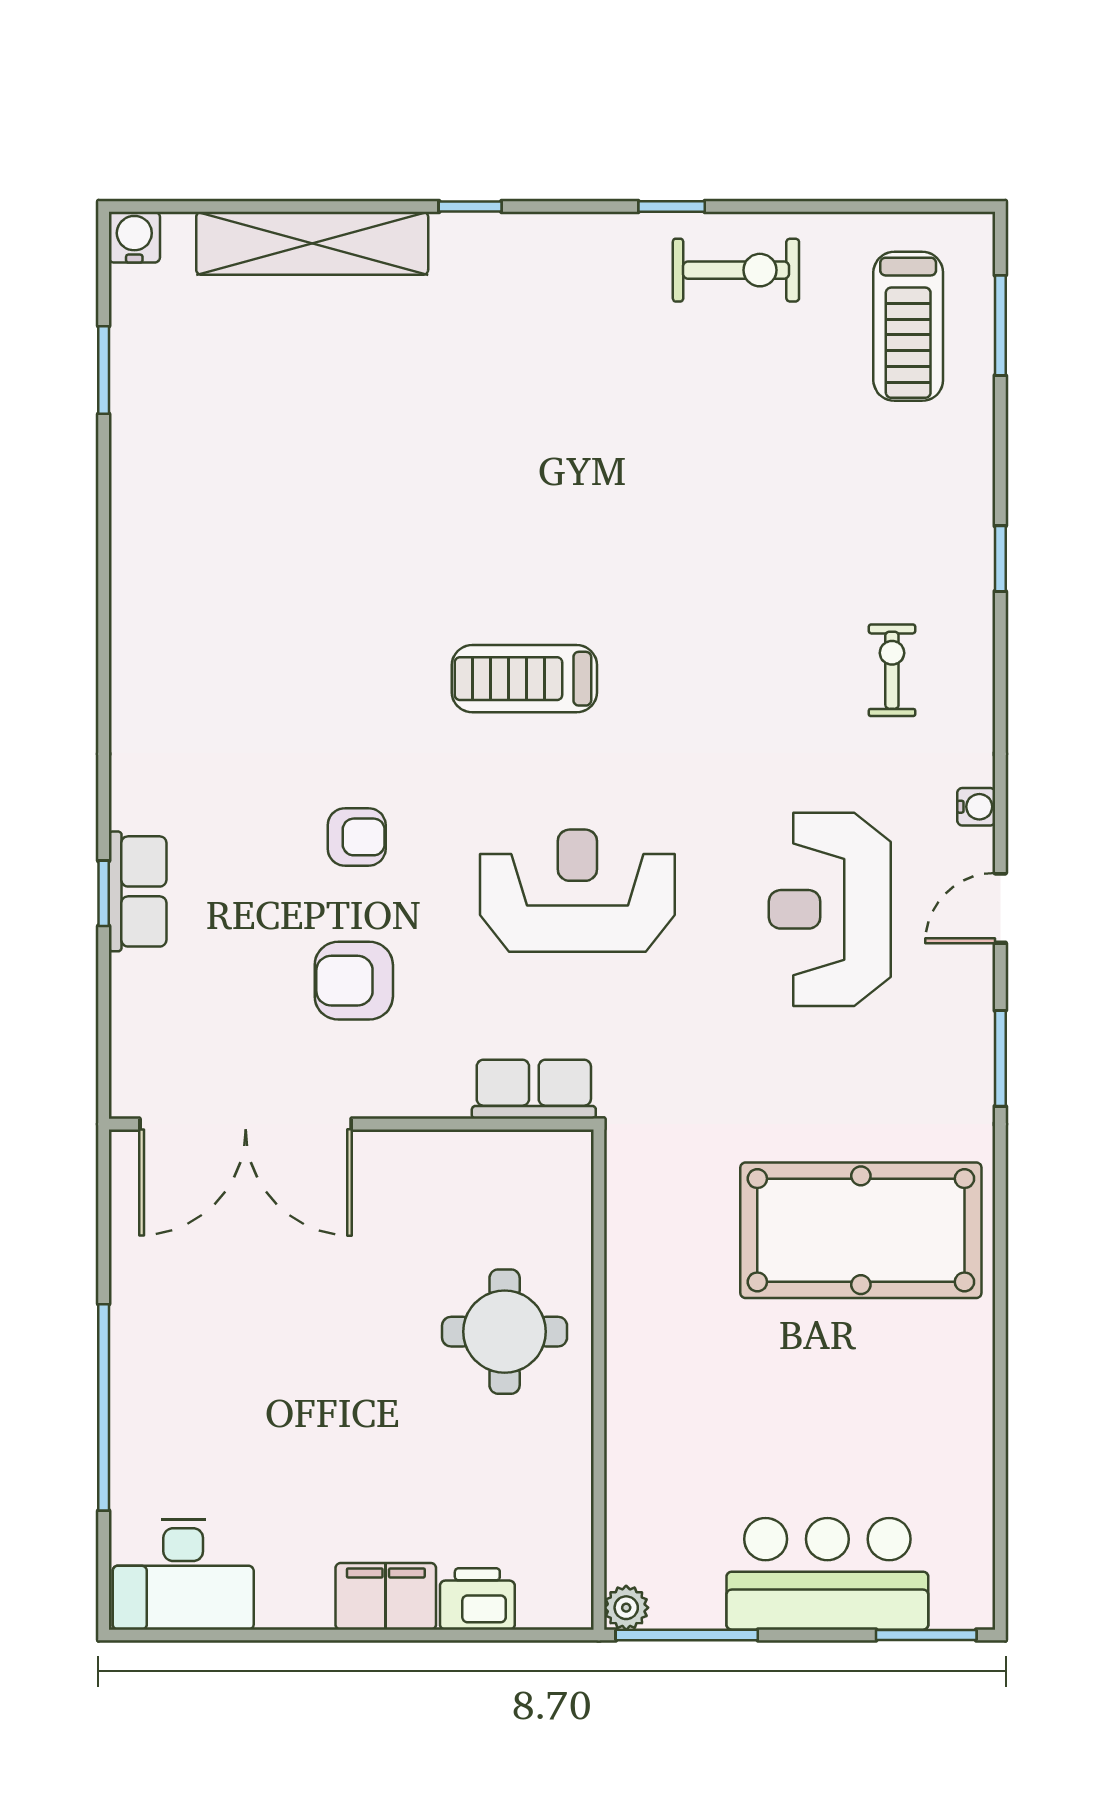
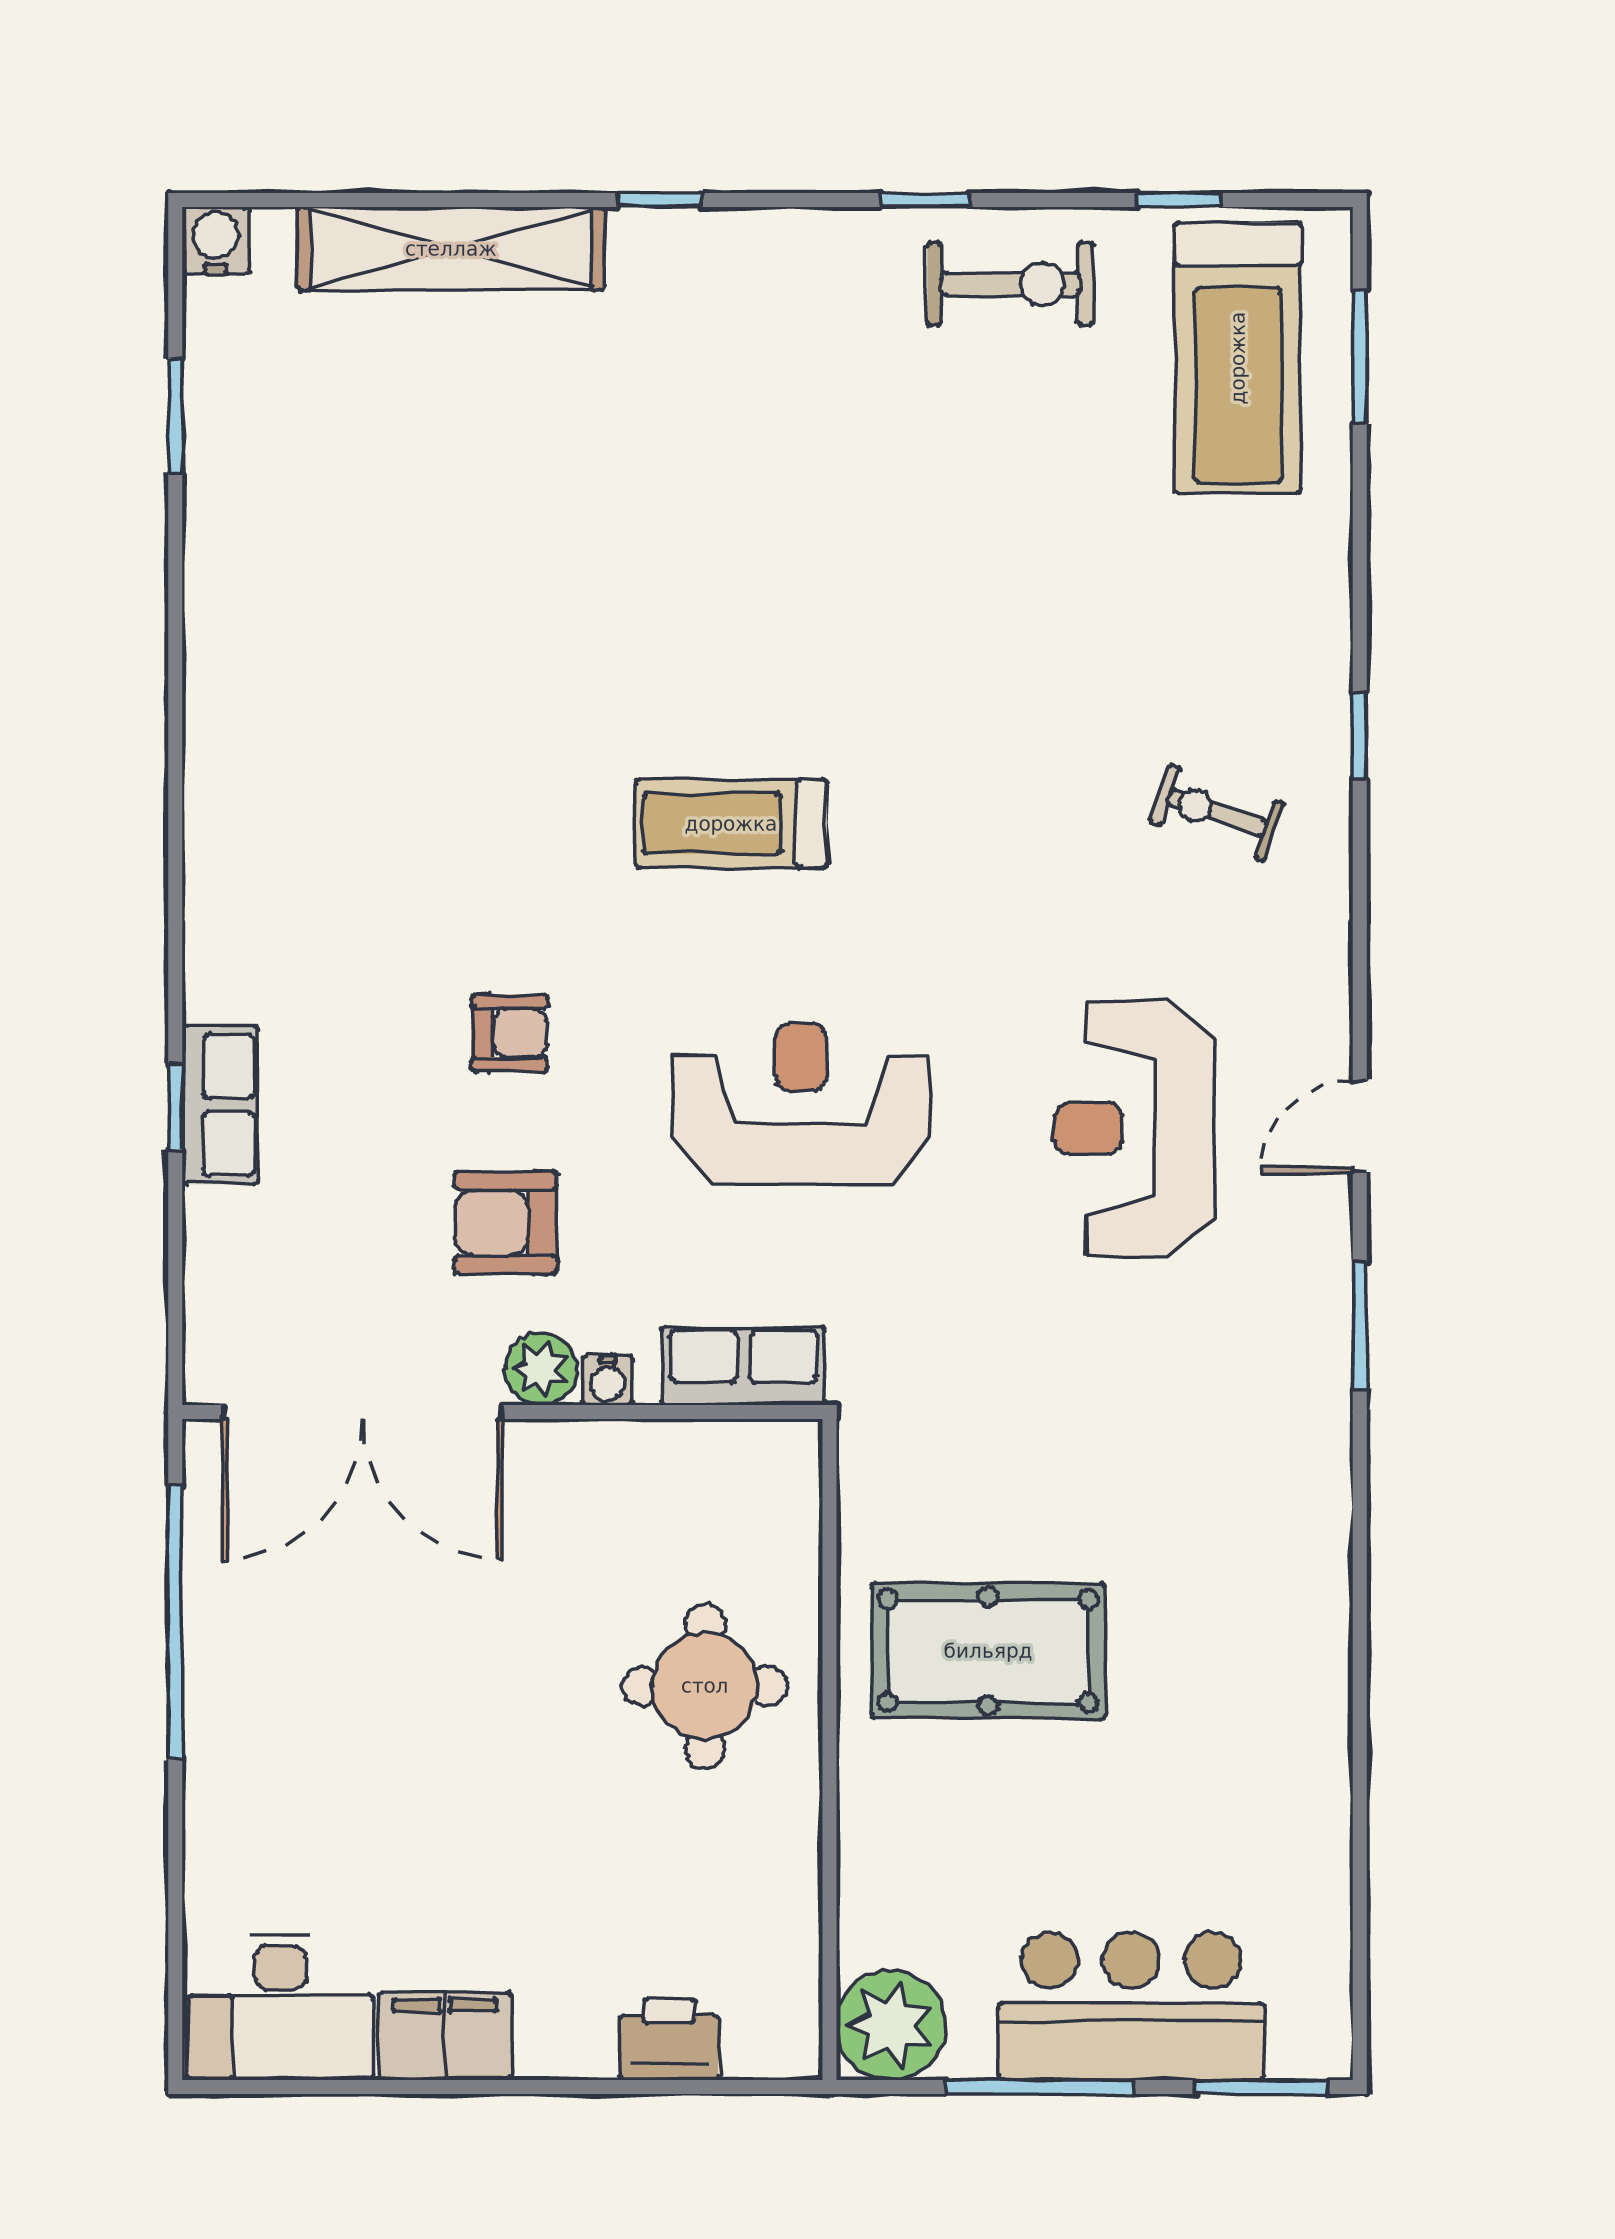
window: (863, 206) -> (1179, 200), added
treadmill: (908, 326) -> (1238, 358), width x1.37, depth x1.38
window: (1000, 559) -> (1360, 736), moved
exercise bike: (892, 670) -> (1217, 813), turned -71
water cooler: (976, 807) -> (608, 1380), moved, turned 90
plant: (381, 1091) -> (541, 1369), added
pool table: (861, 1230) -> (988, 1651), moved, width x0.73, depth x0.76
window: (104, 1407) -> (175, 1622), moved
filing cabinet: (386, 1596) -> (445, 2036), moved
plant: (626, 1608) -> (891, 2025), width x1.87, depth x1.87
window: (687, 1635) -> (1039, 2087), moved

